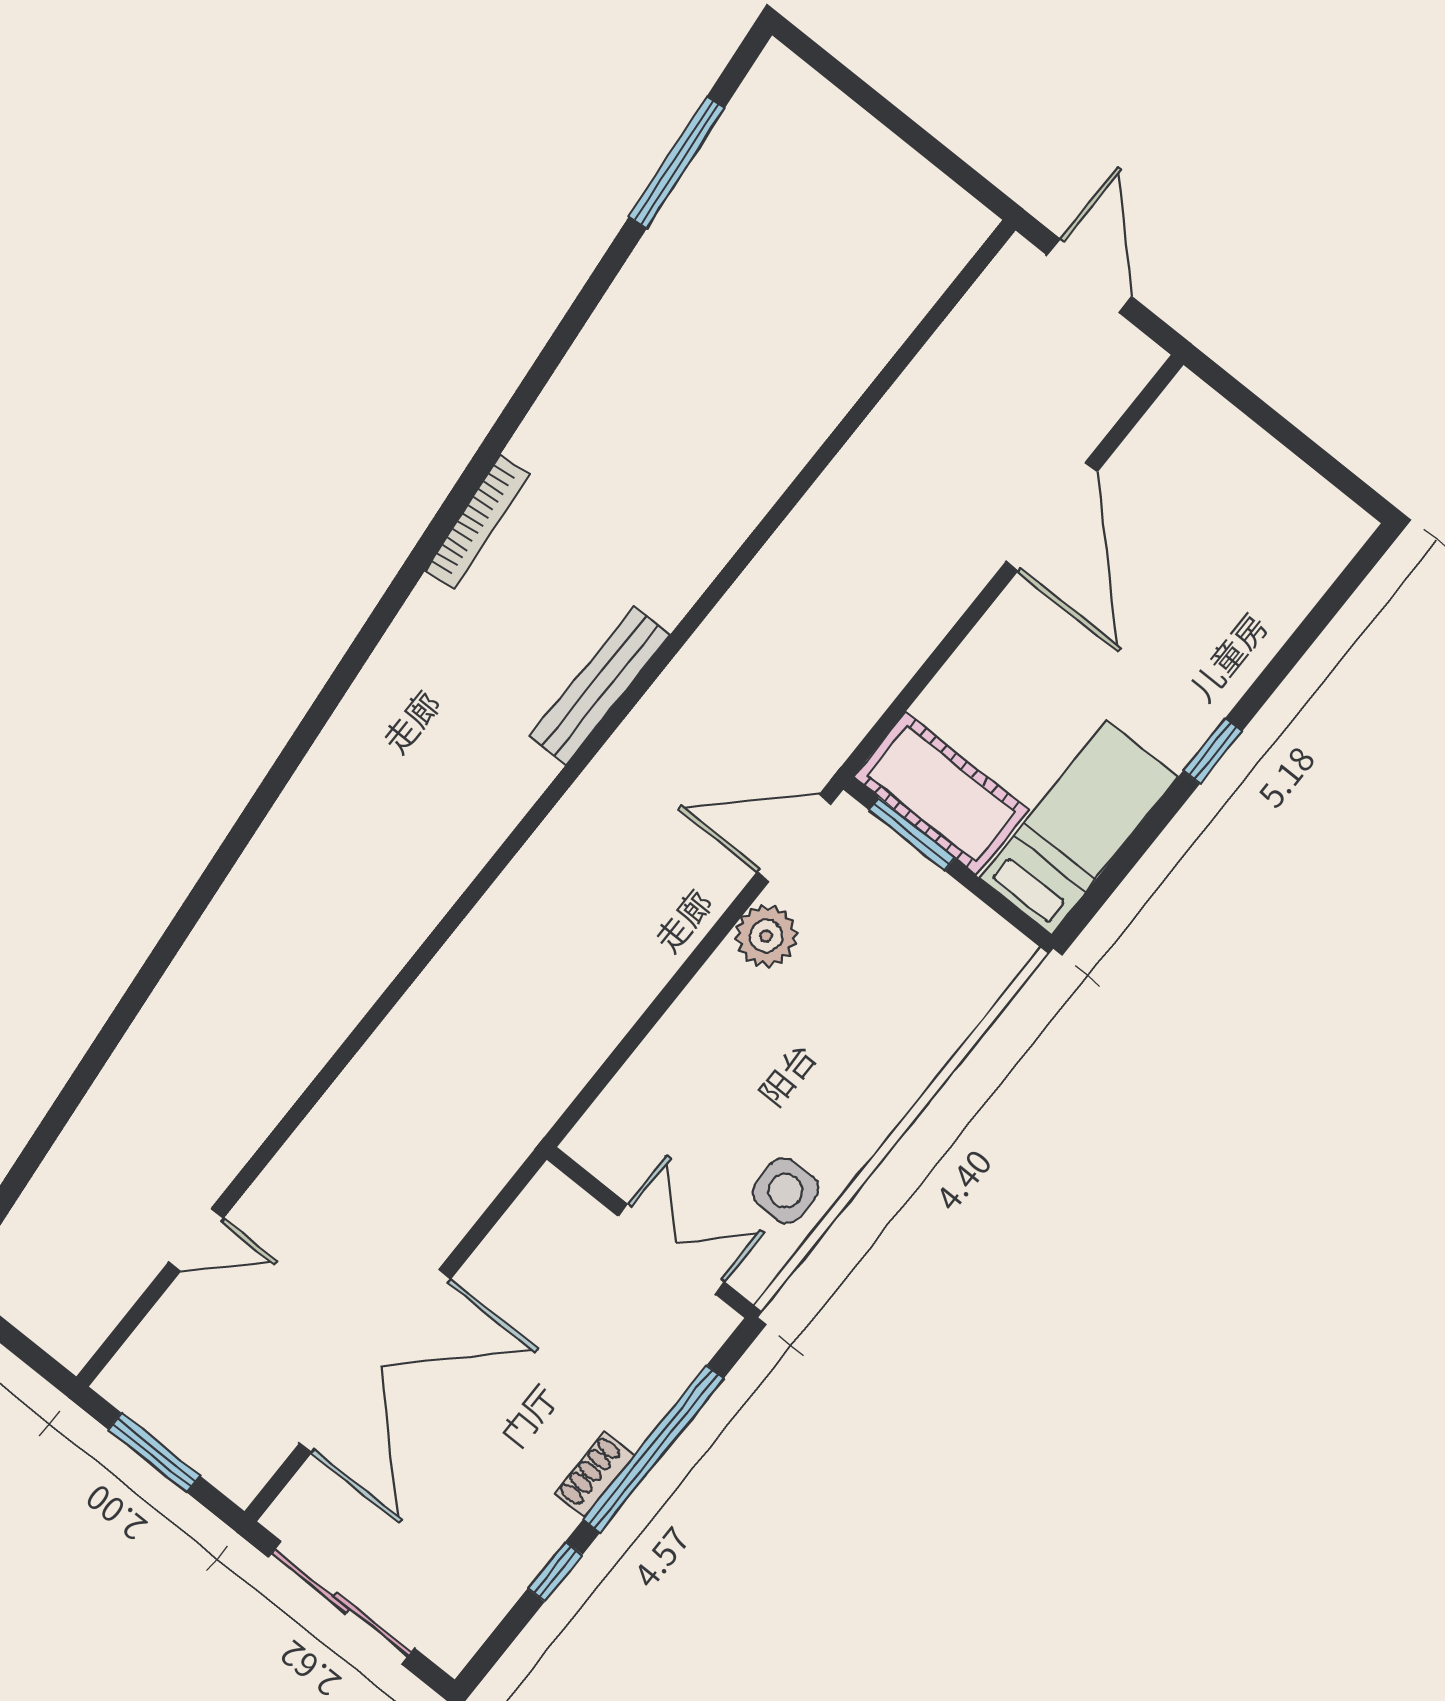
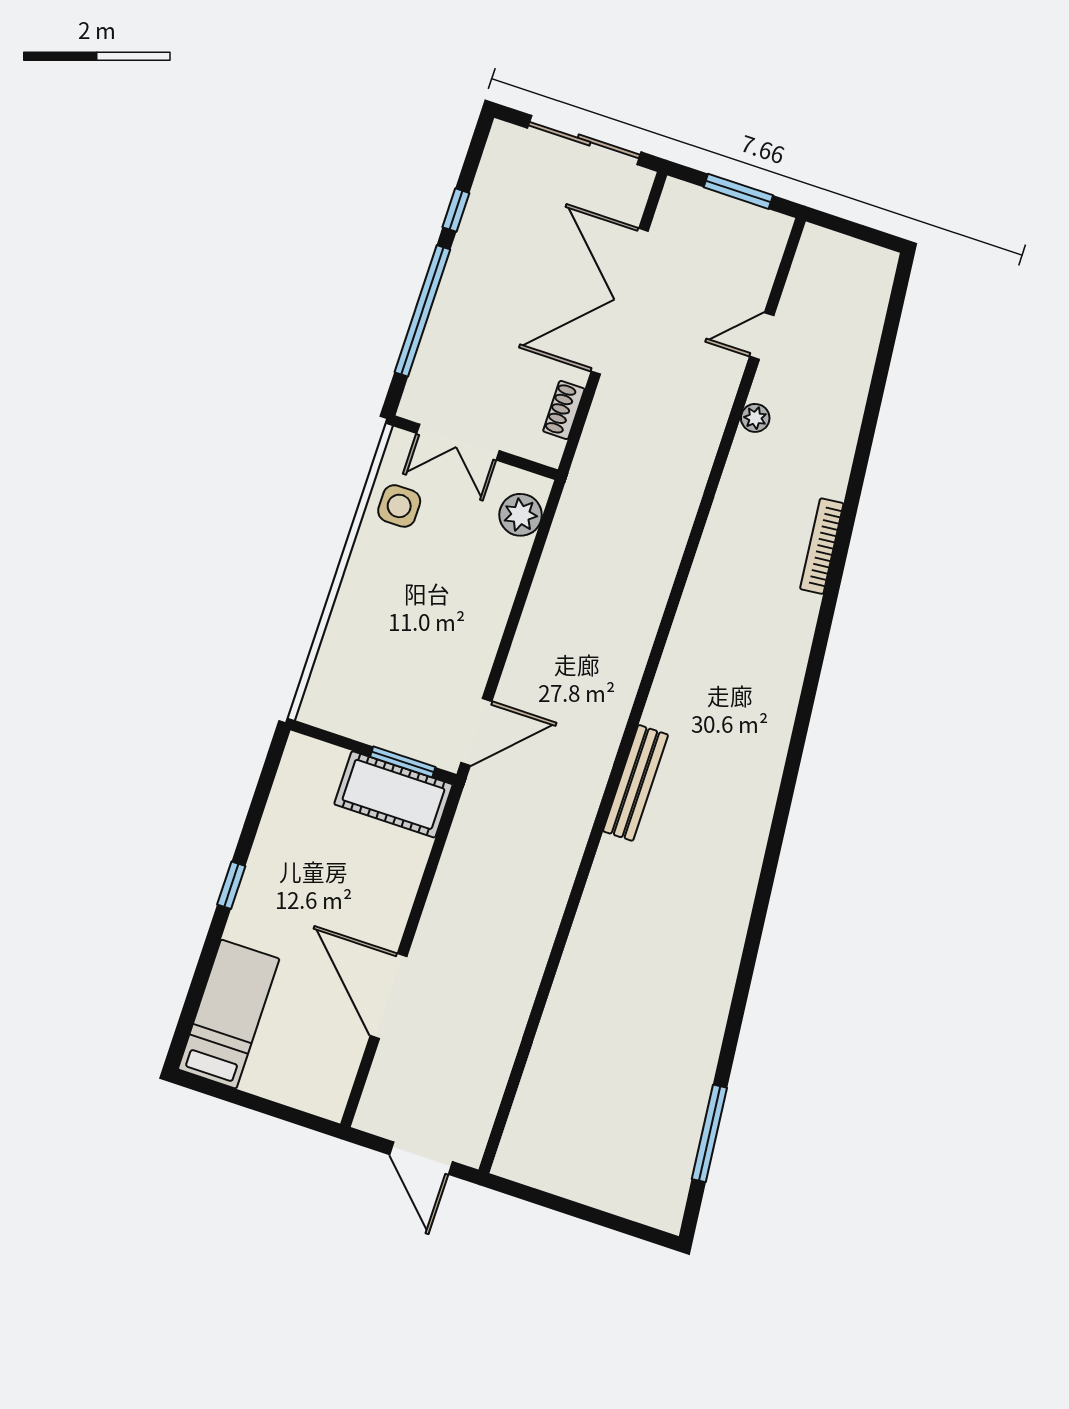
bookcase: (477, 522) -> (822, 546), moved
bed: (1079, 828) -> (229, 1014), moved, turned 180
plant: (766, 936) -> (521, 515), moved
plant: (247, 1130) -> (755, 418), added
shoe rack: (594, 1474) -> (564, 410), moved, turned 180

